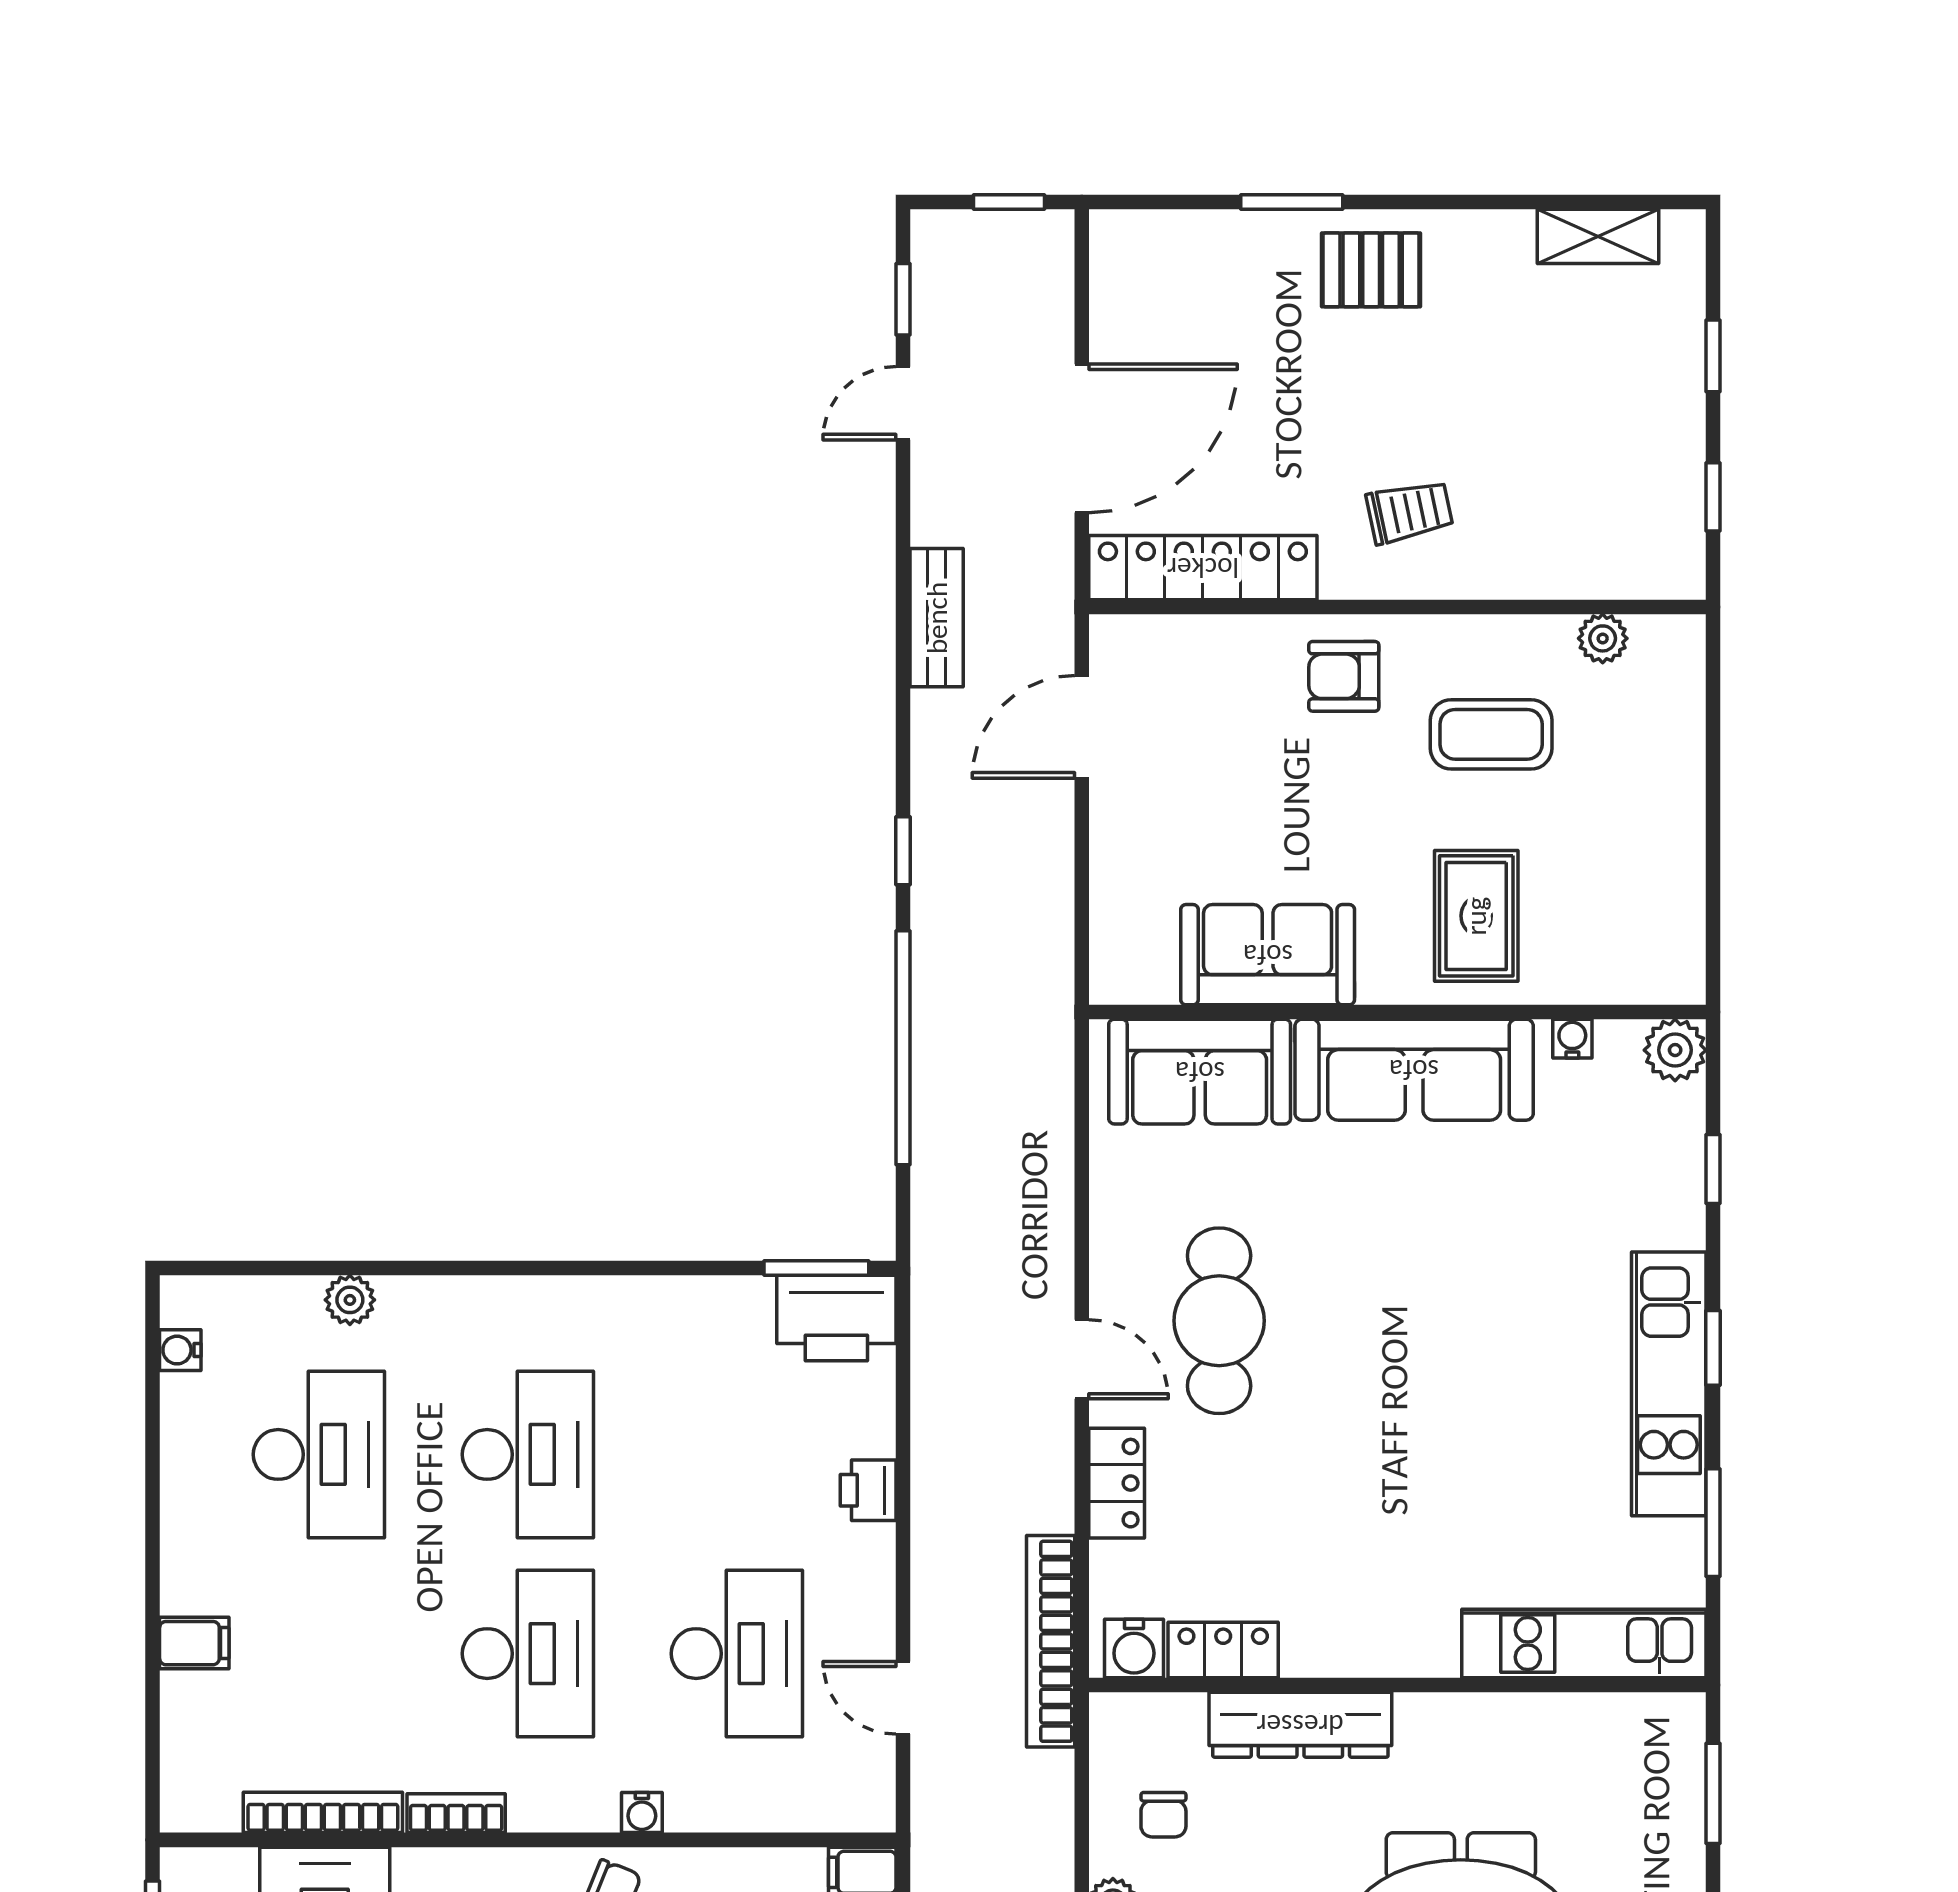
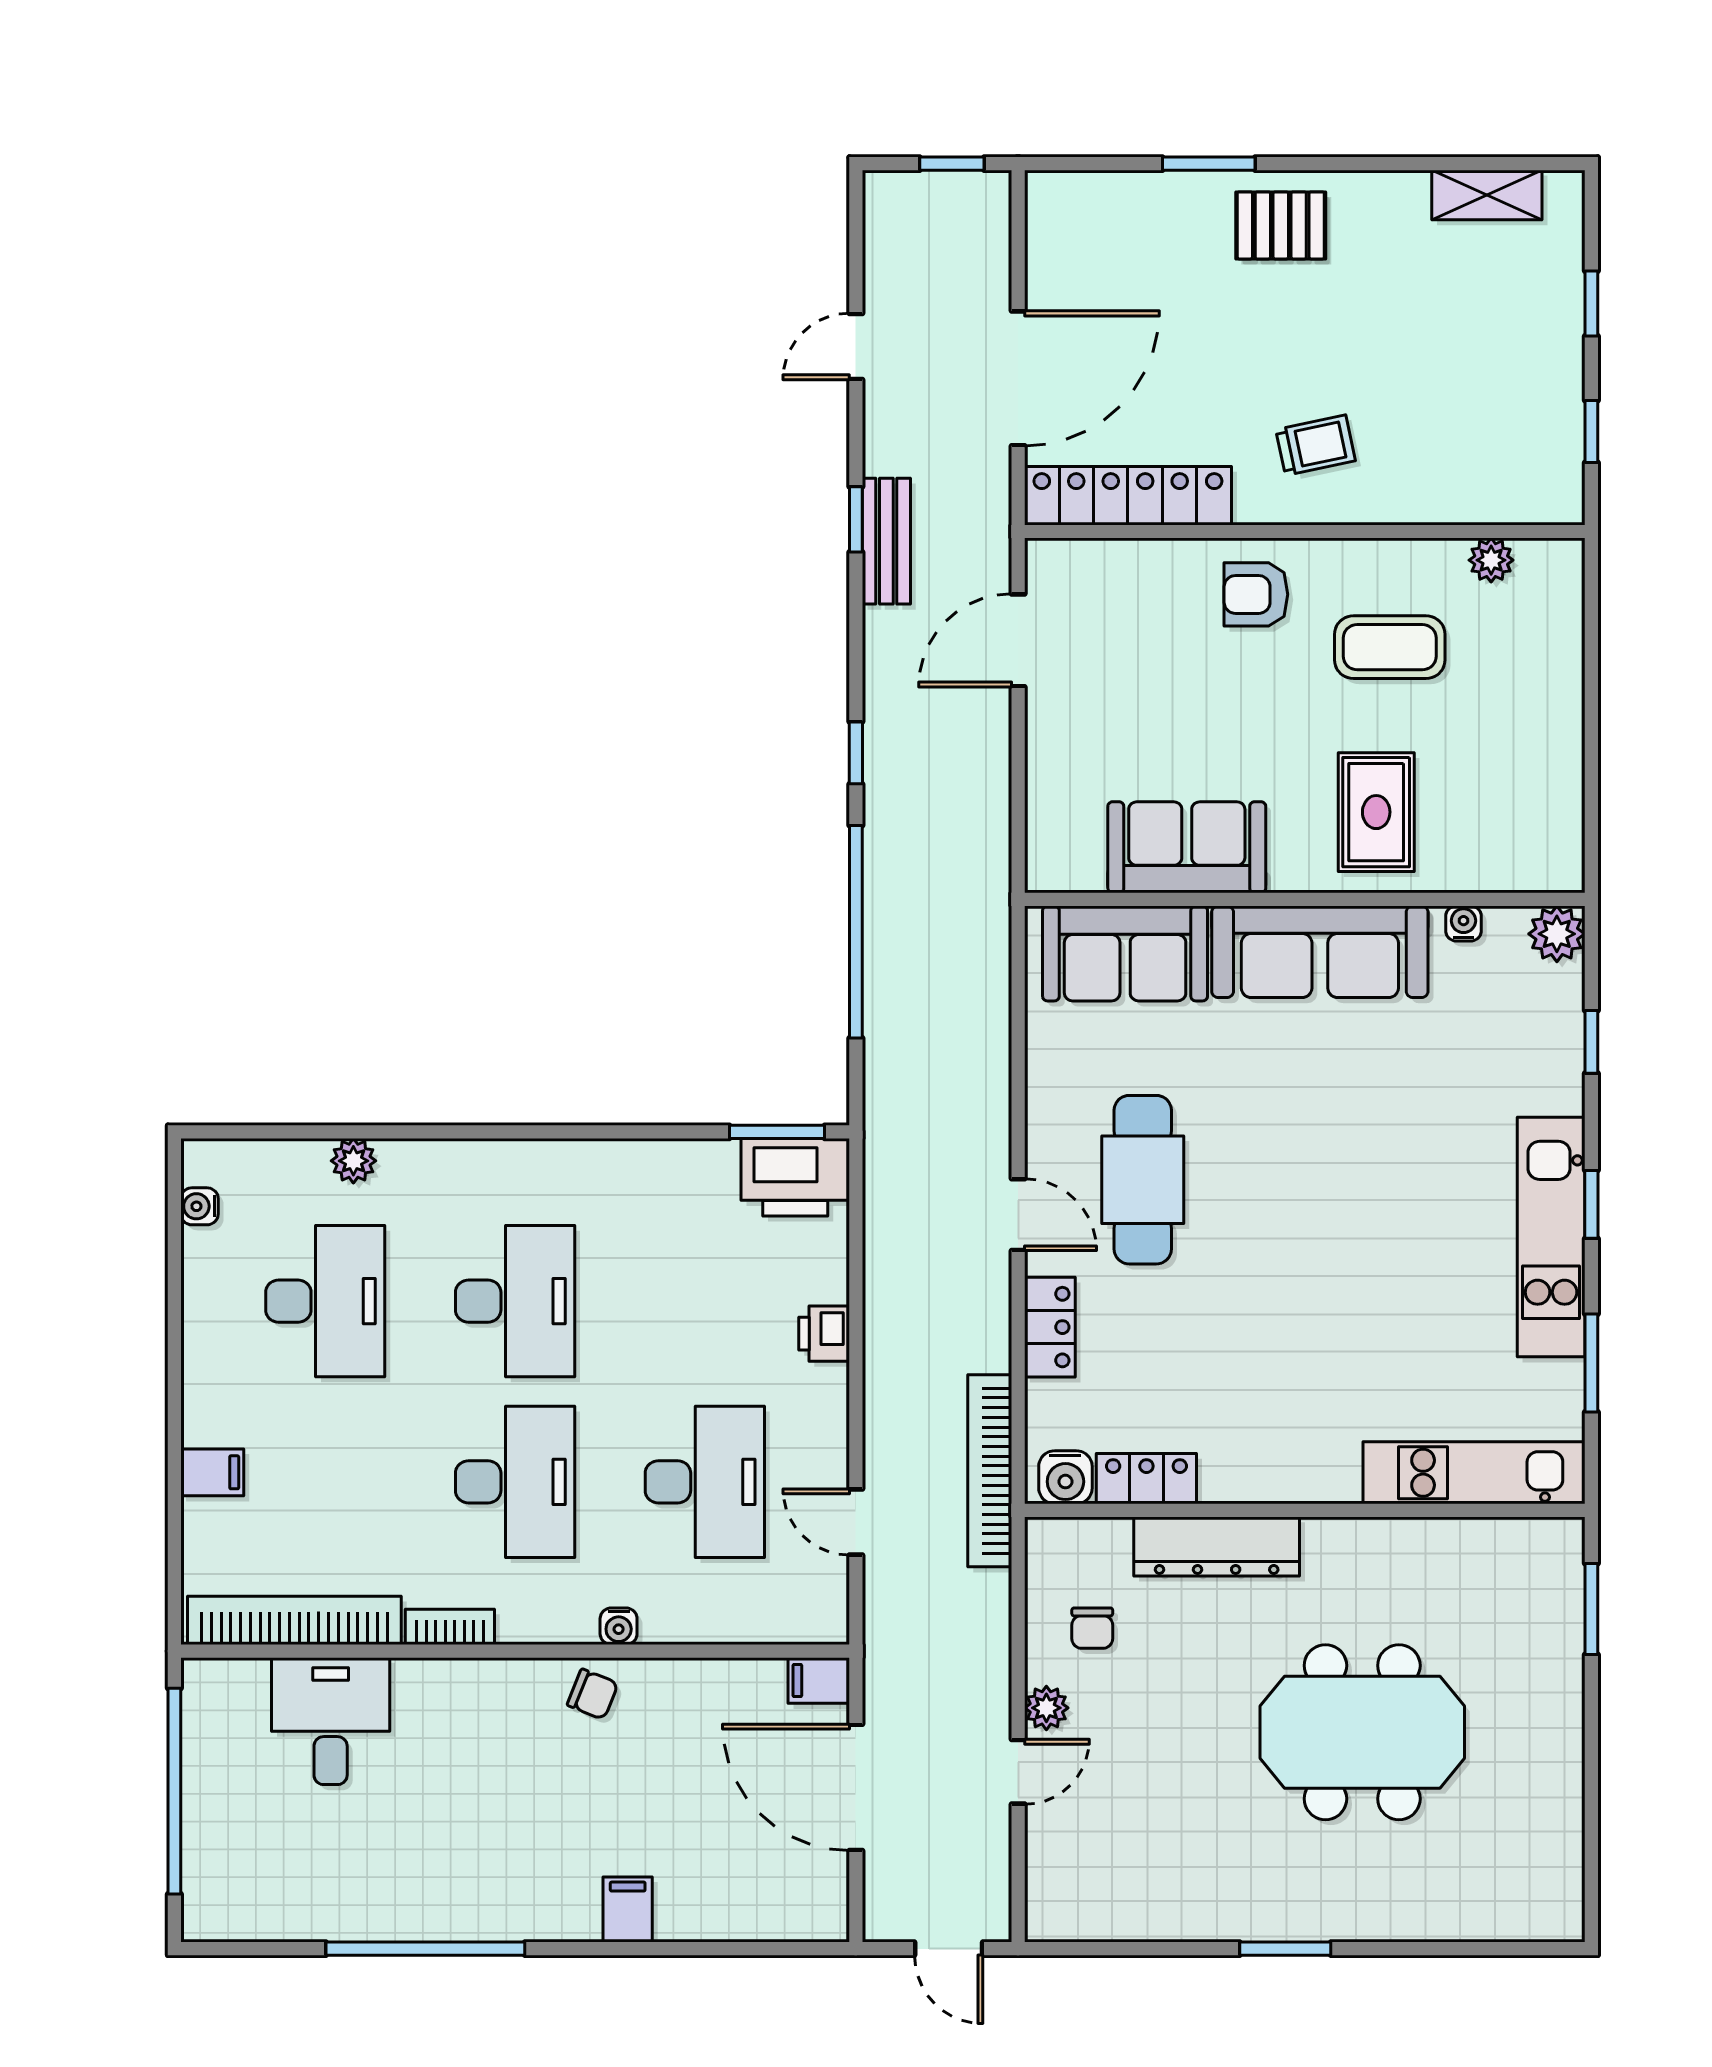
window: (903, 299) -> (856, 519), moved
bookcase: (323, 1812) -> (294, 1620), width x1.48, depth x1.31

